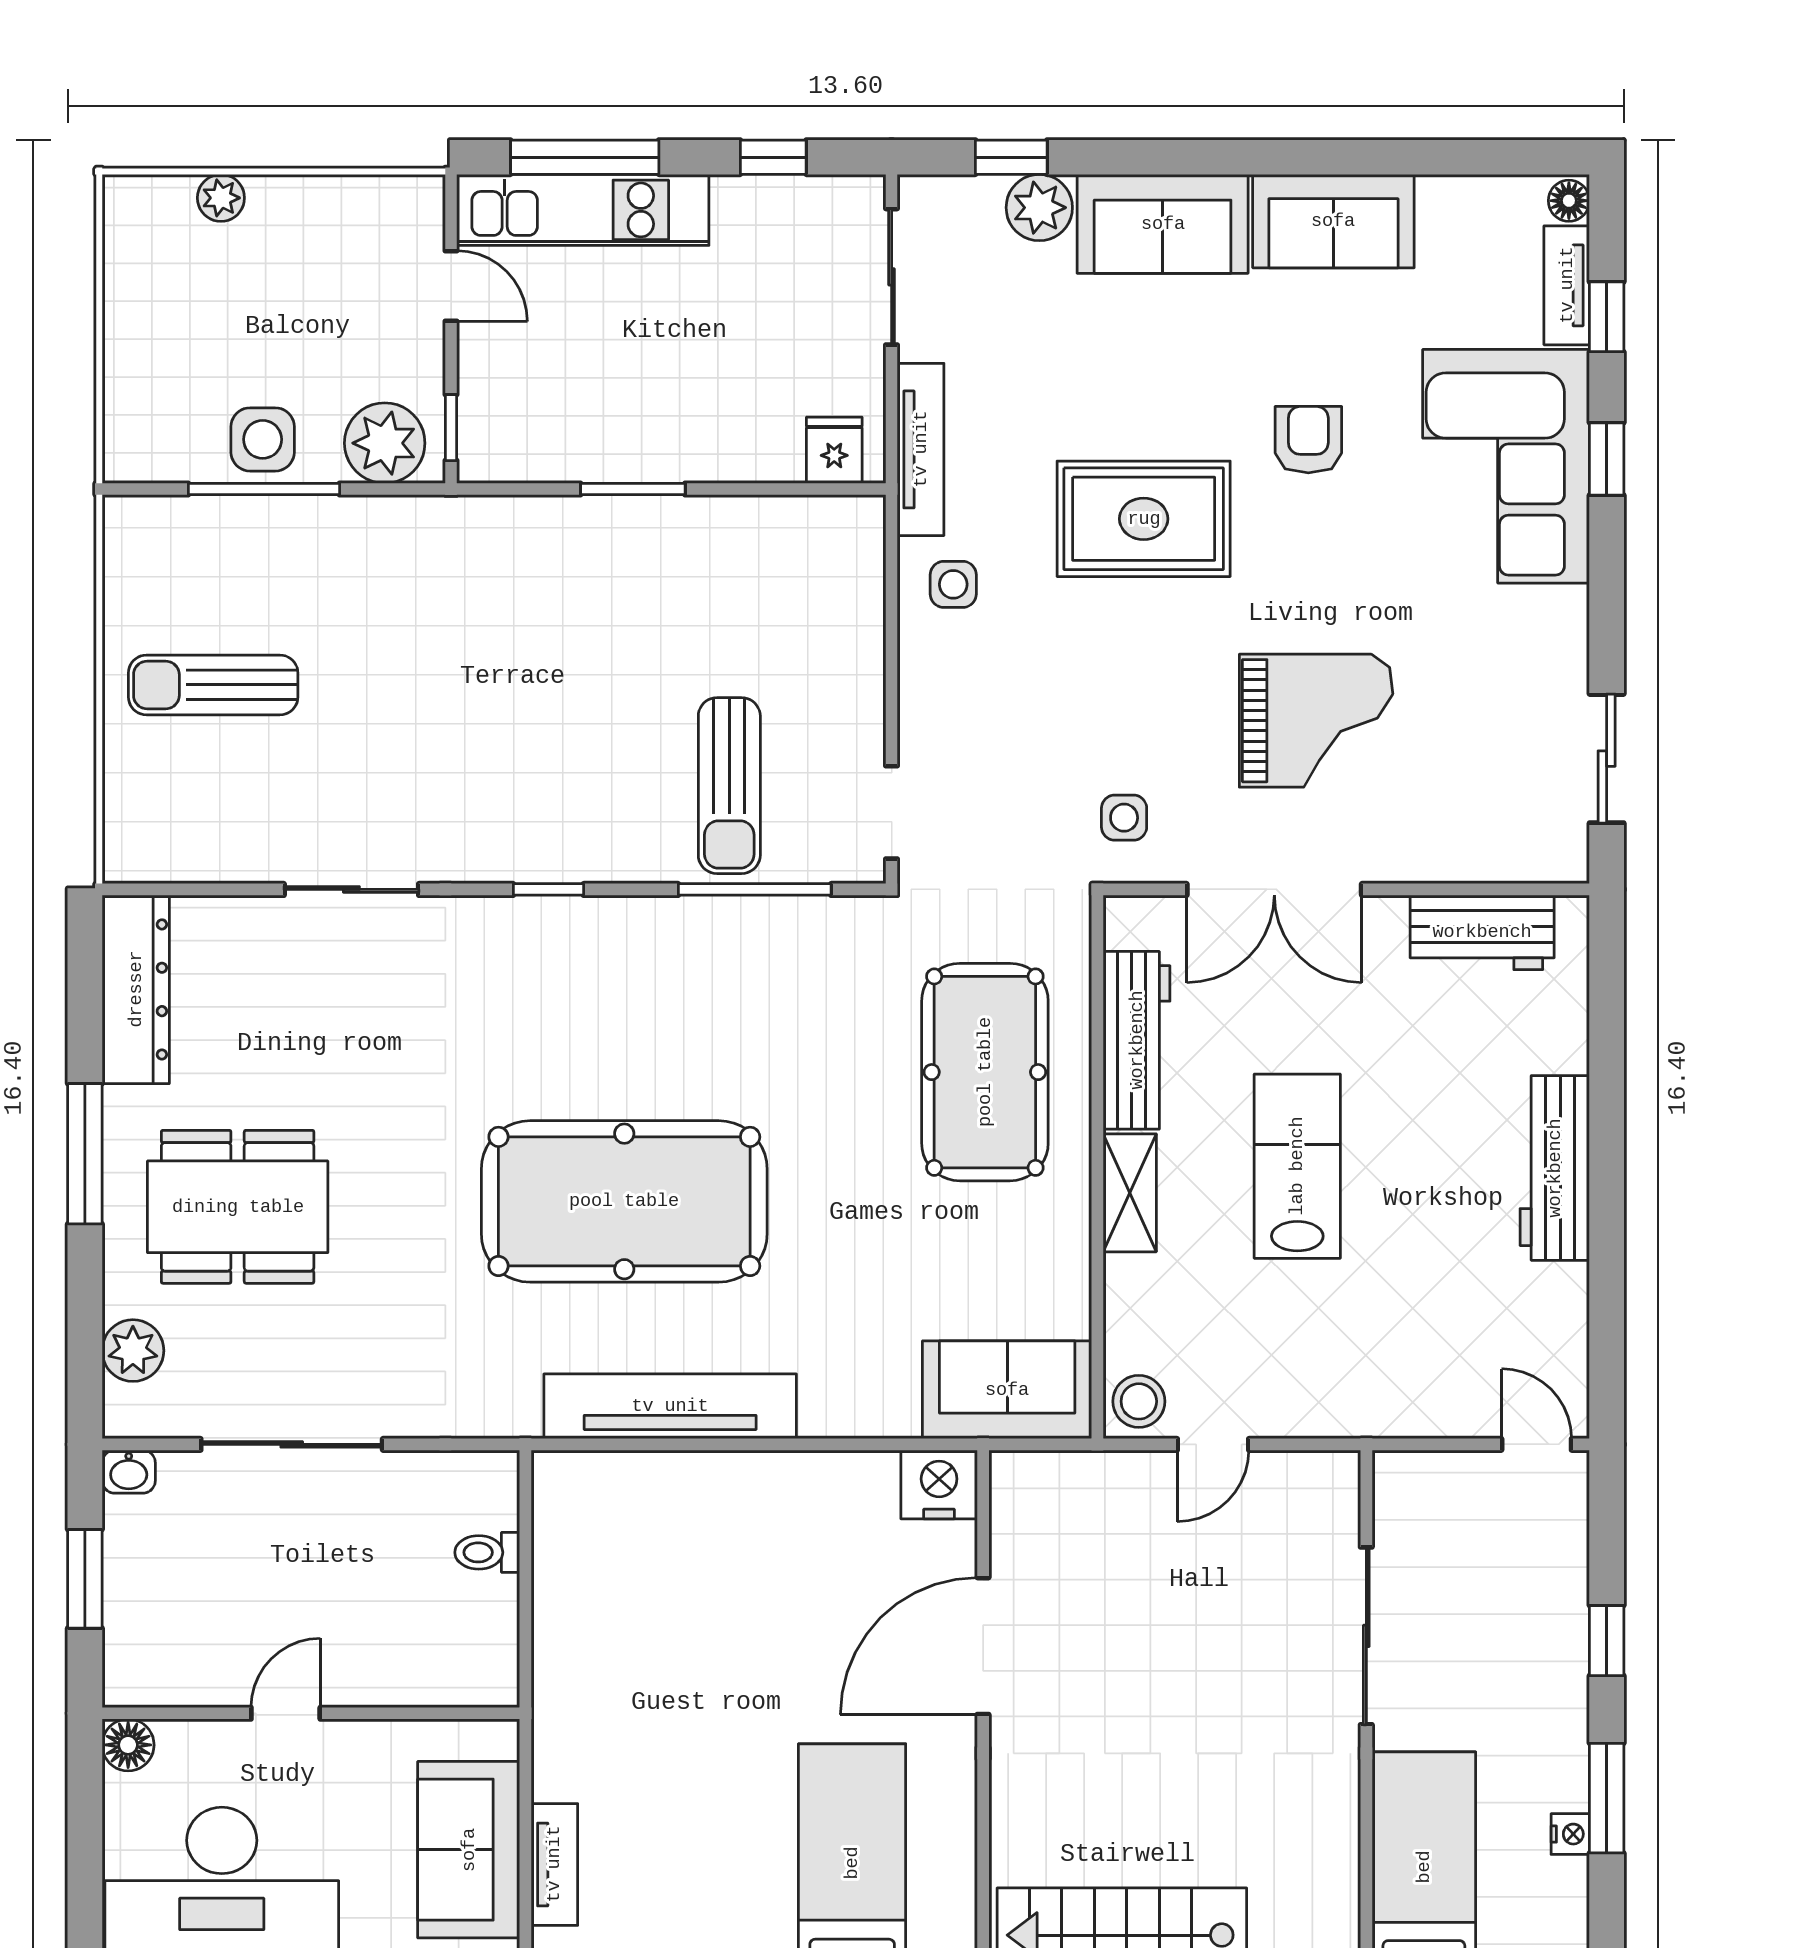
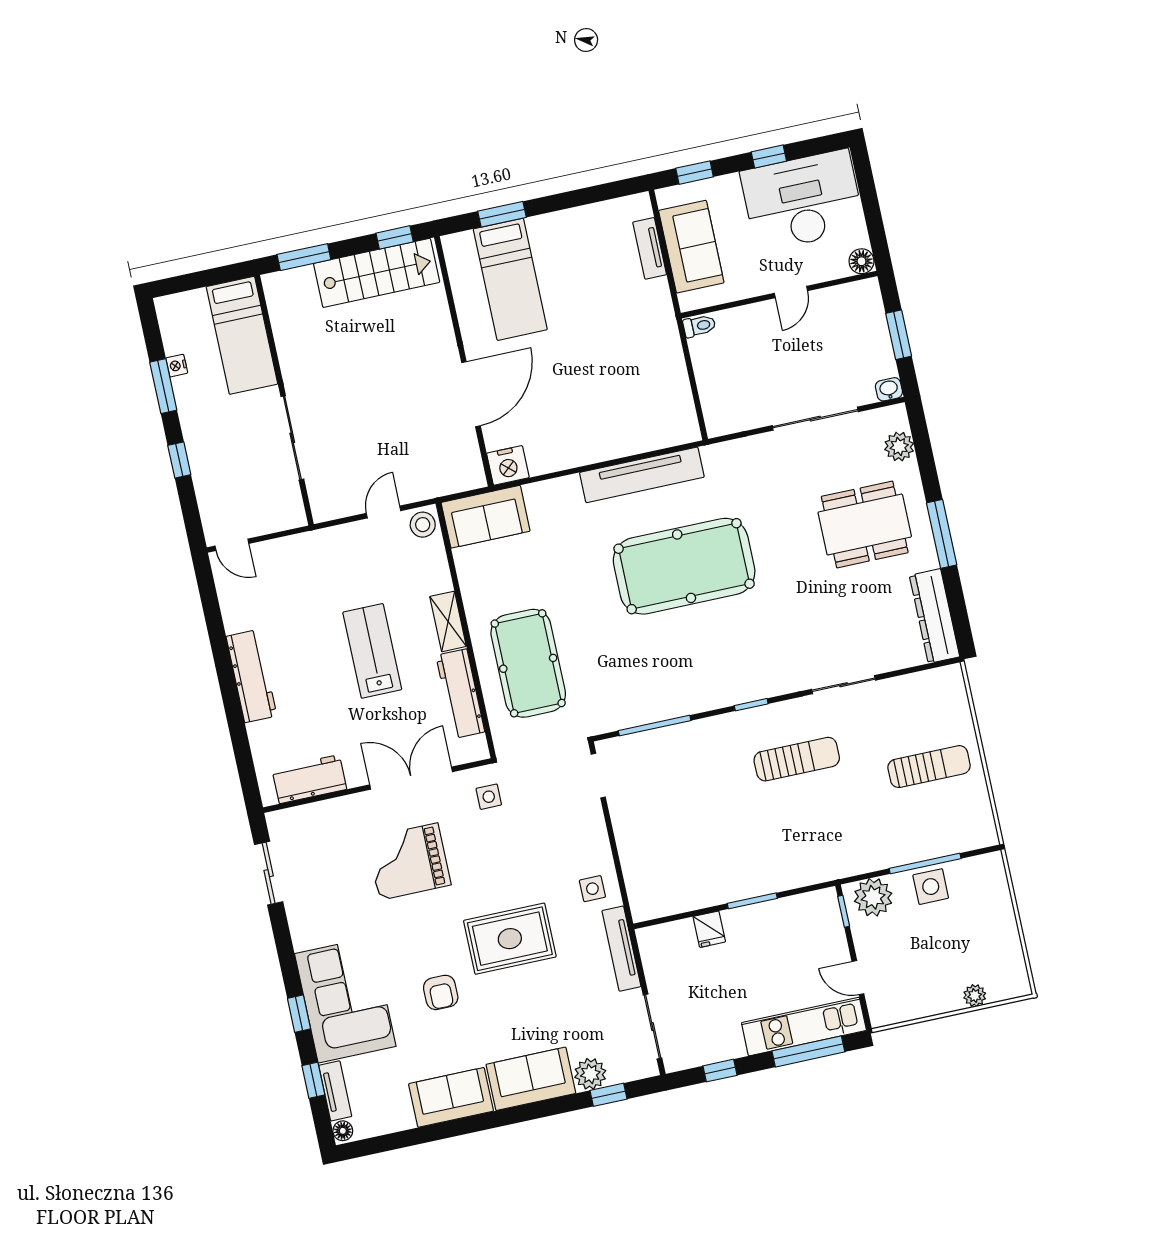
fridge: (834, 450) -> (709, 929), moved
sun lounger: (729, 786) -> (797, 759), moved, turned 90
lab bench: (1297, 1166) -> (372, 651), turned 180
toilet: (487, 1552) -> (699, 326), moved

